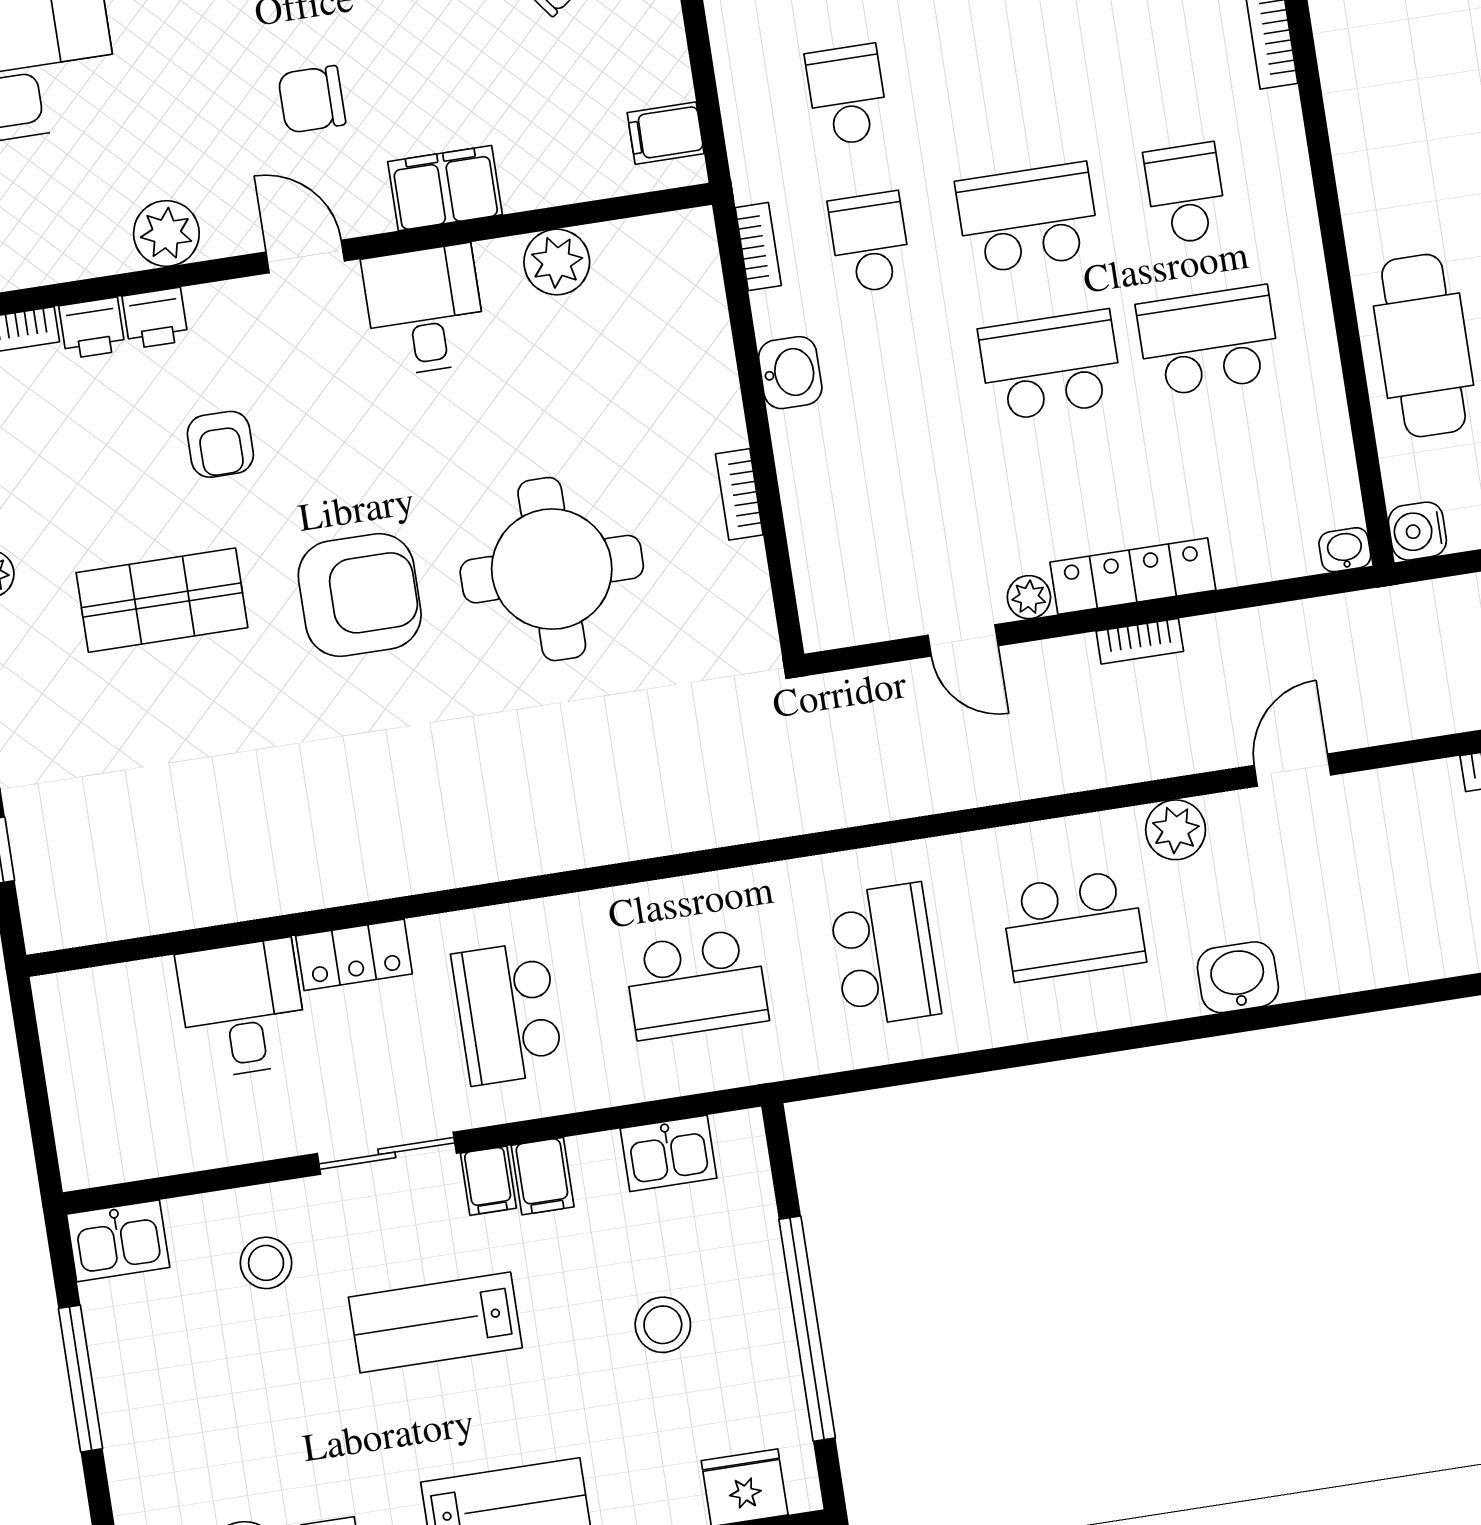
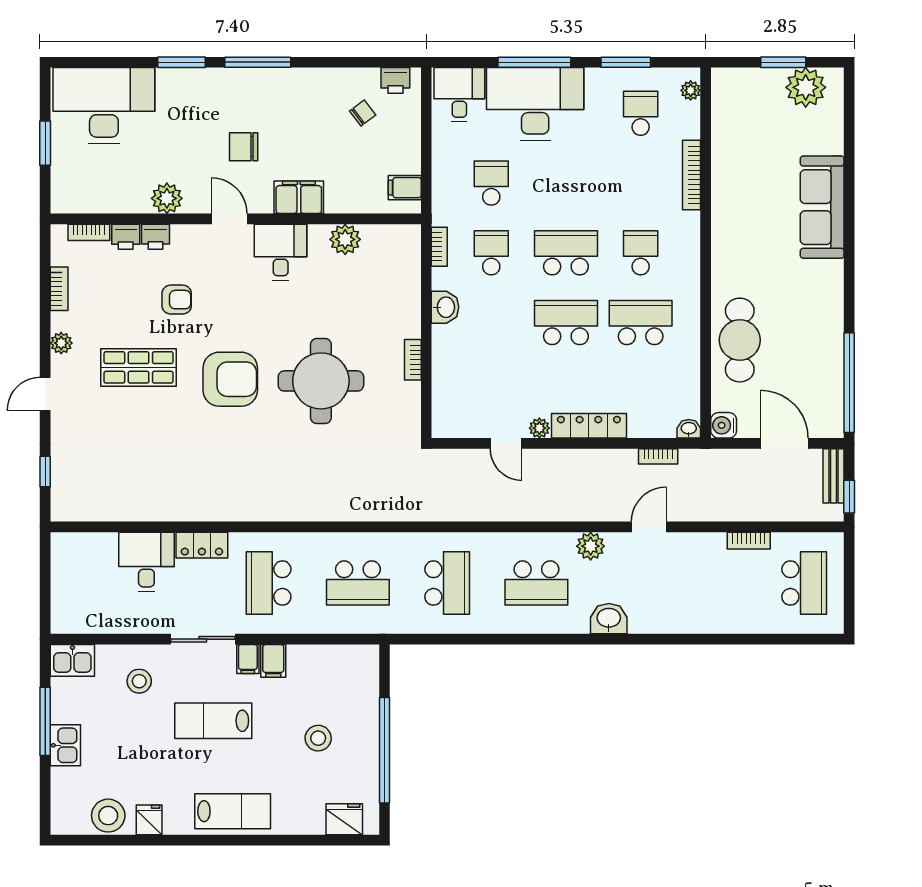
armchair: (220, 444) -> (177, 300), turned -90
bookcase: (1140, 641) -> (658, 456), moved
kitchen sink: (668, 1153) -> (65, 745), moved, turned -90

